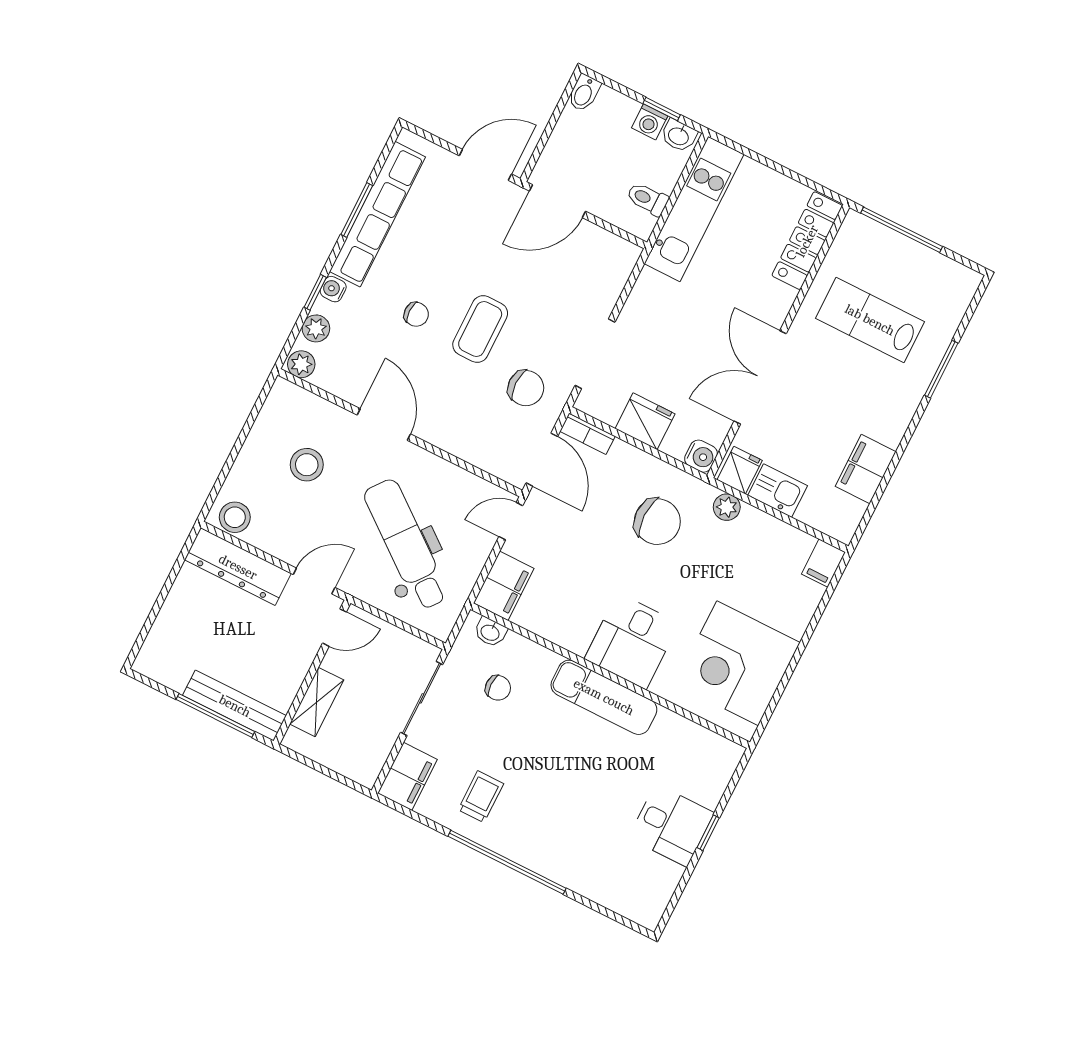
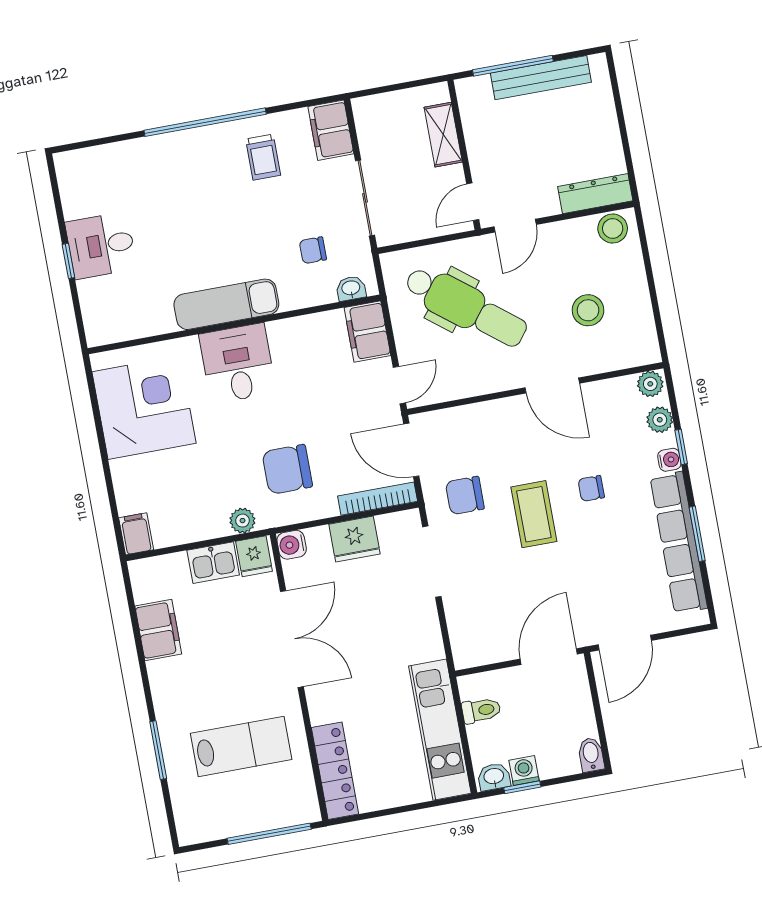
bookcase: (587, 434) -> (378, 499), width x1.56
dresser: (238, 567) -> (595, 194), width x0.73, depth x0.80
bench: (235, 706) -> (541, 78), moved

